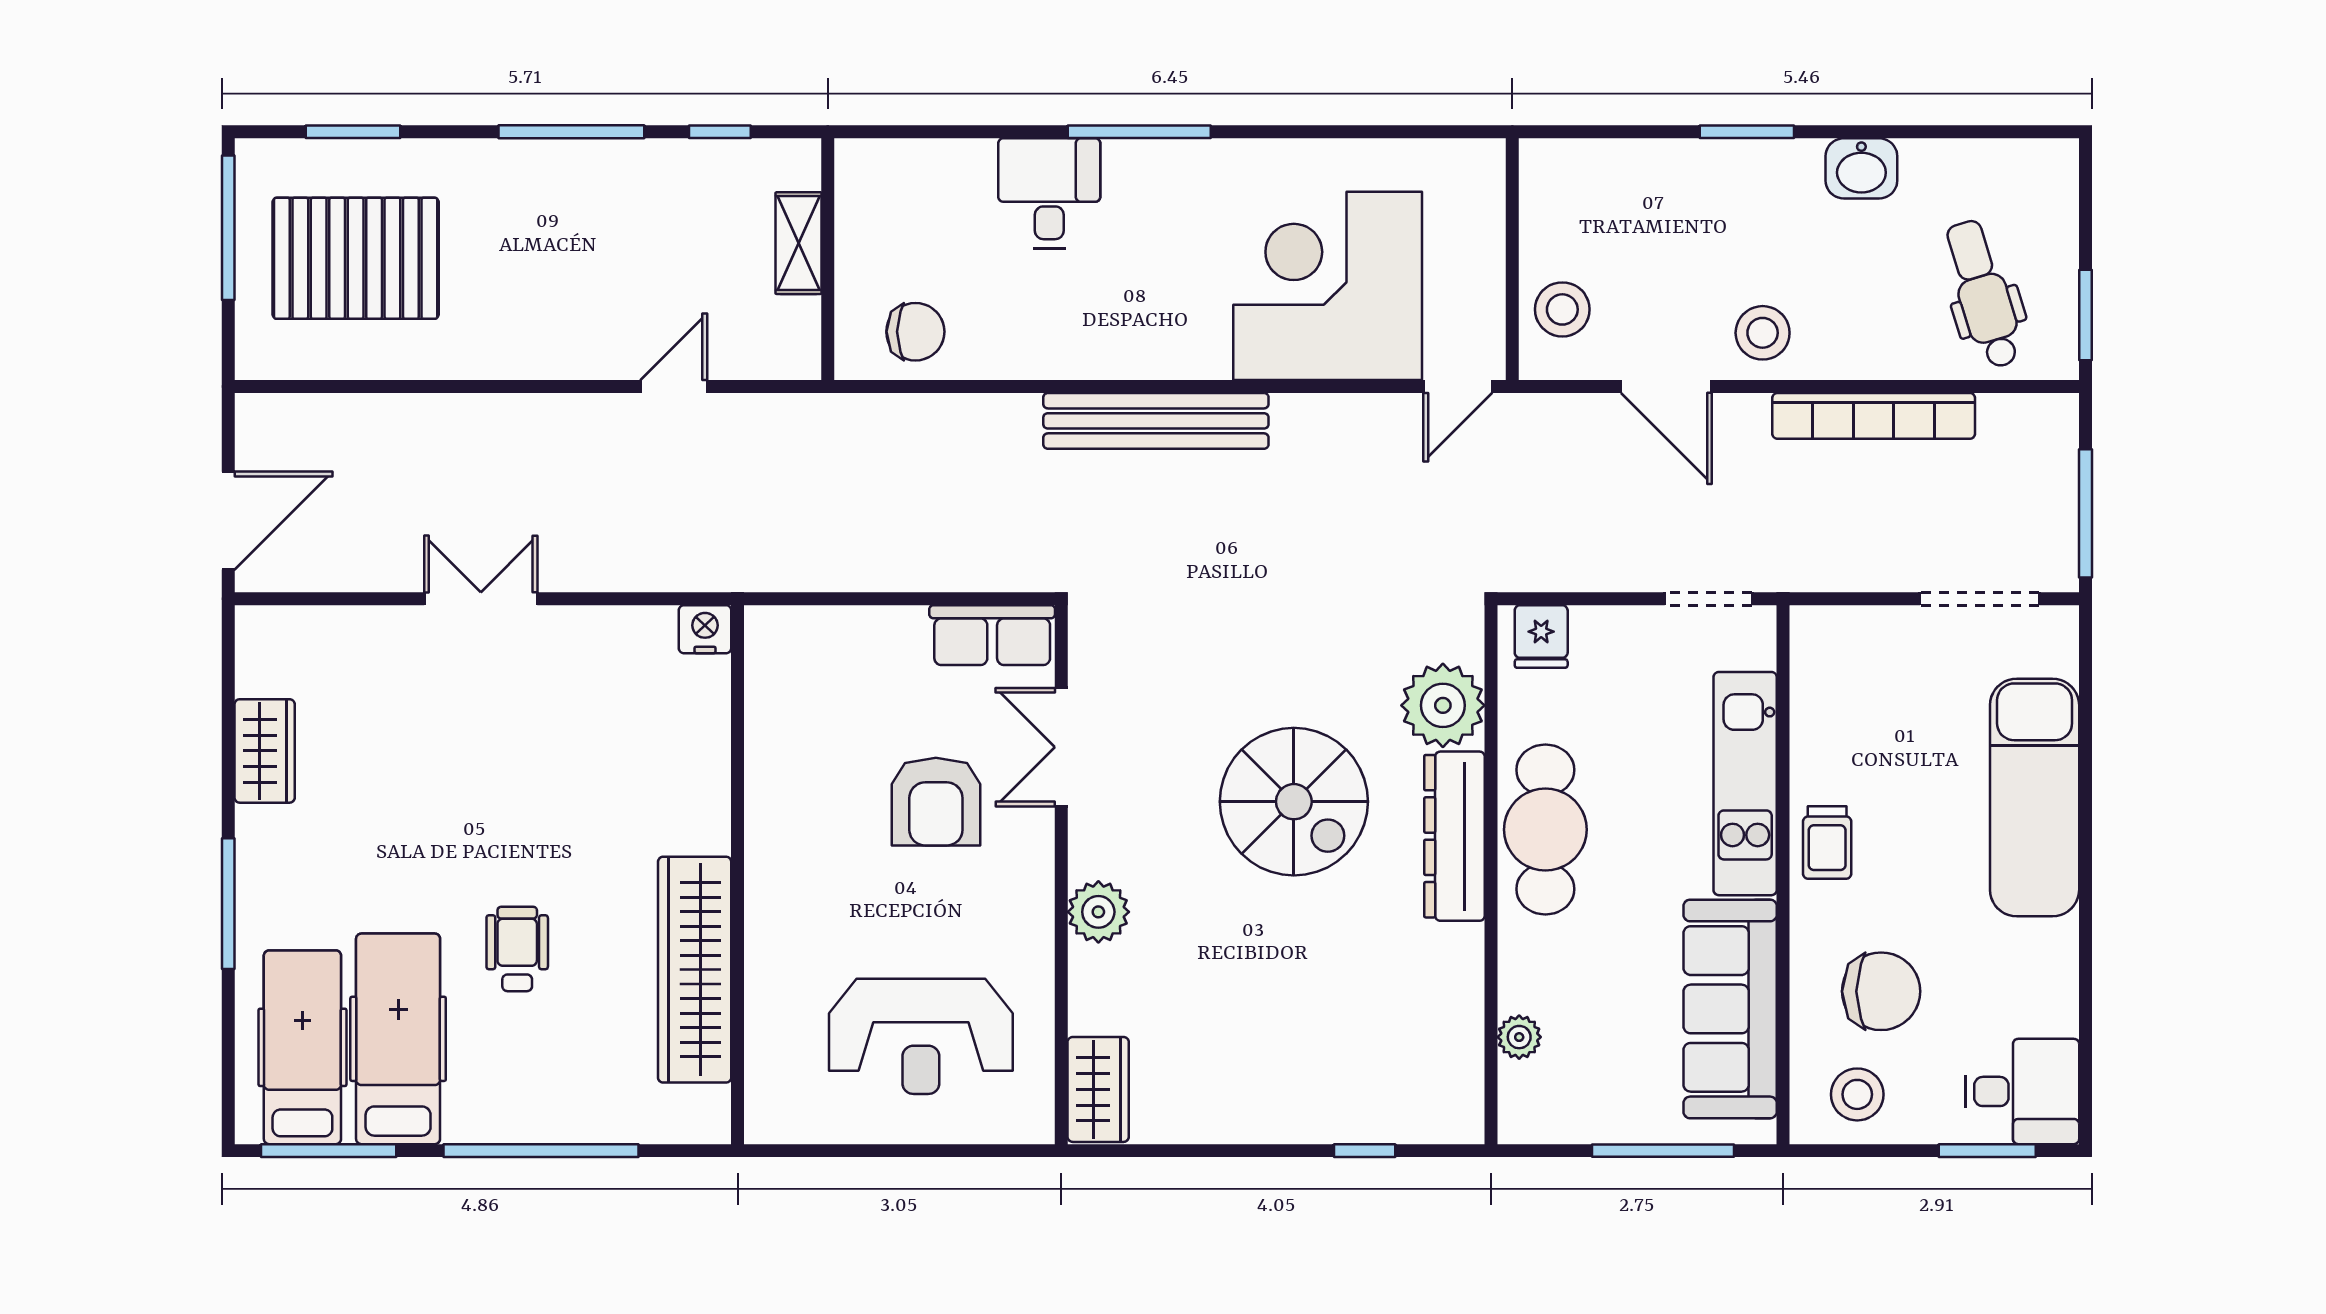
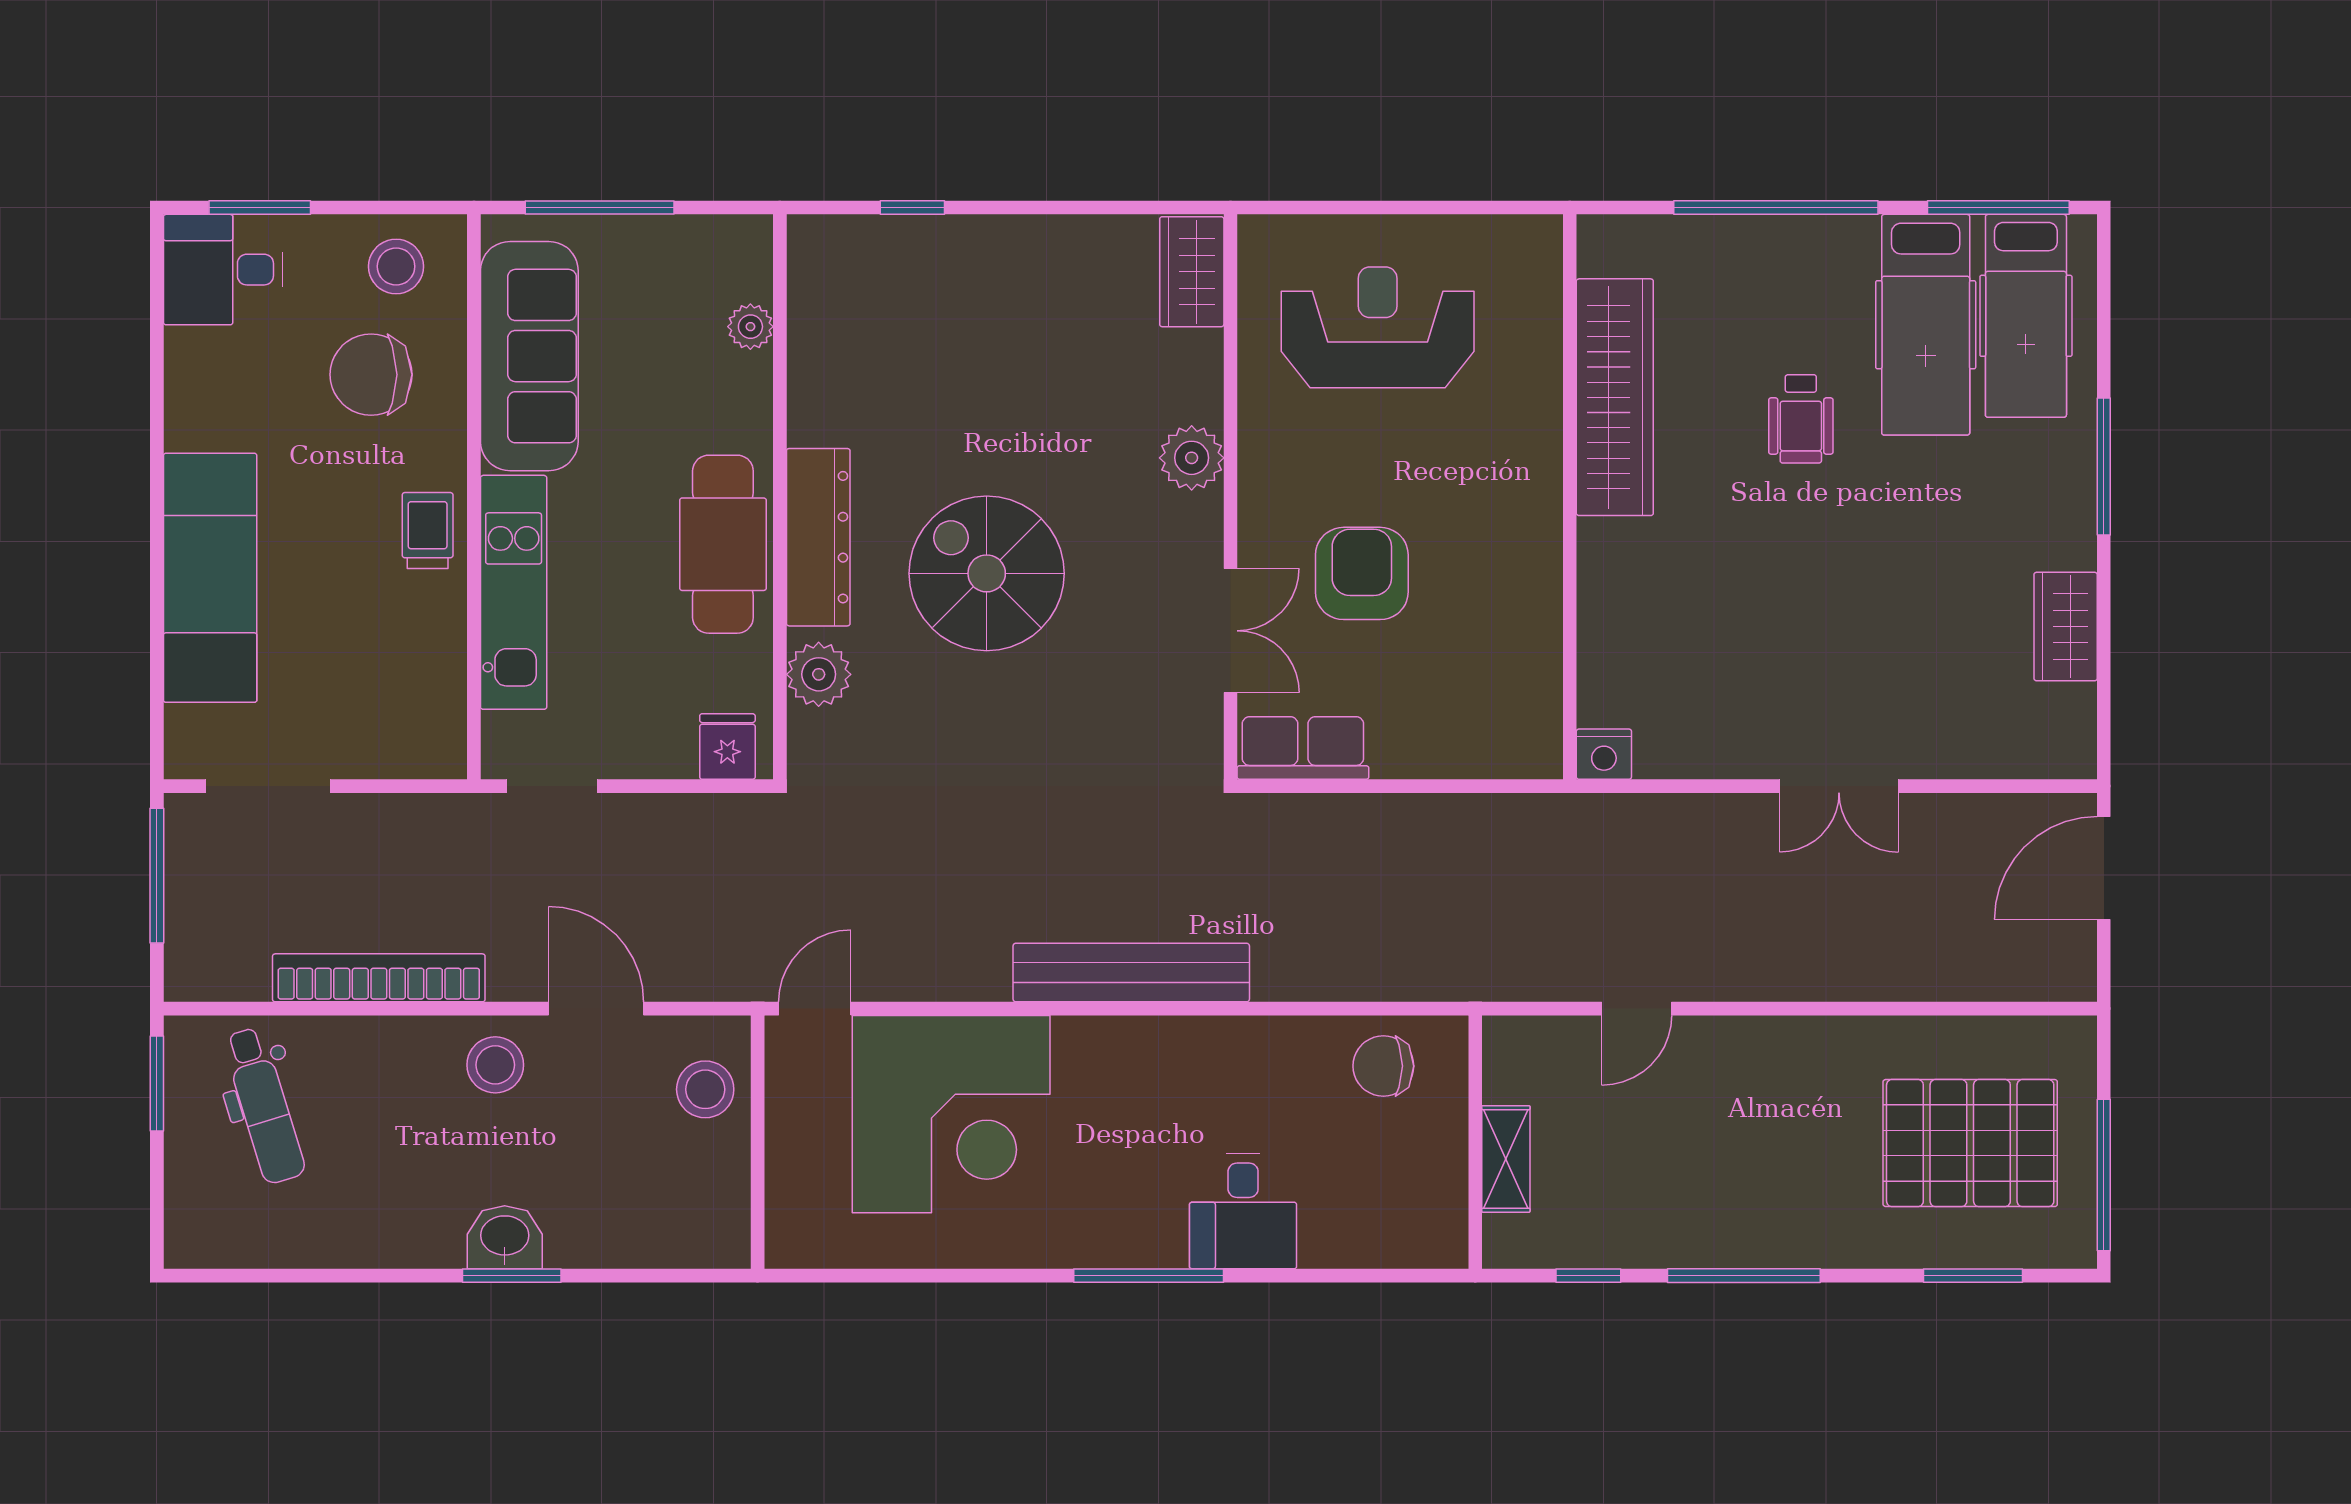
washbasin: (1861, 168) -> (505, 1237), moved
plant: (1443, 705) -> (819, 674), width x0.73, depth x0.73

